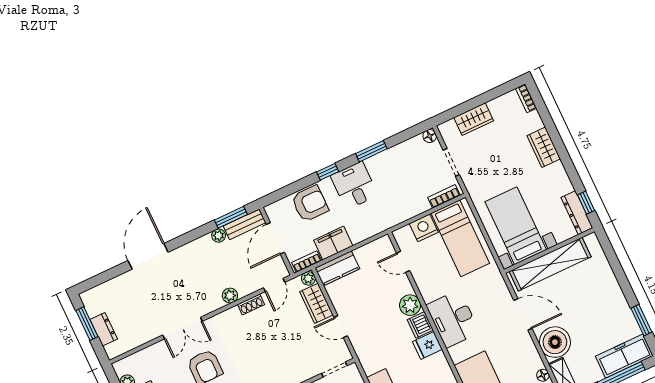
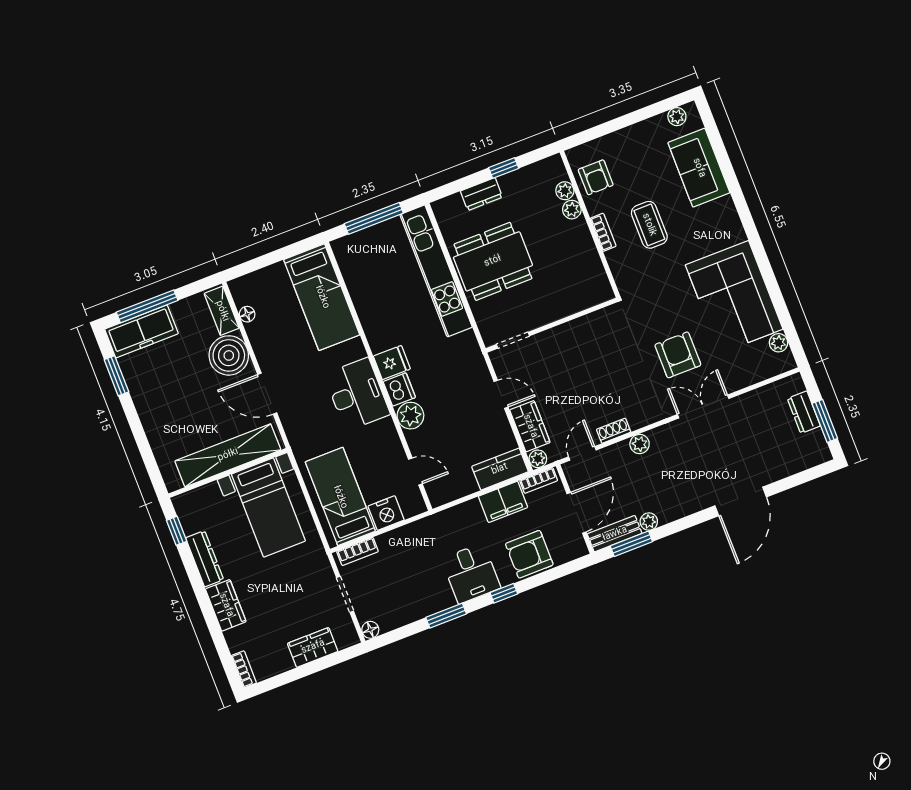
dresser: (577, 213) -> (205, 559), moved

